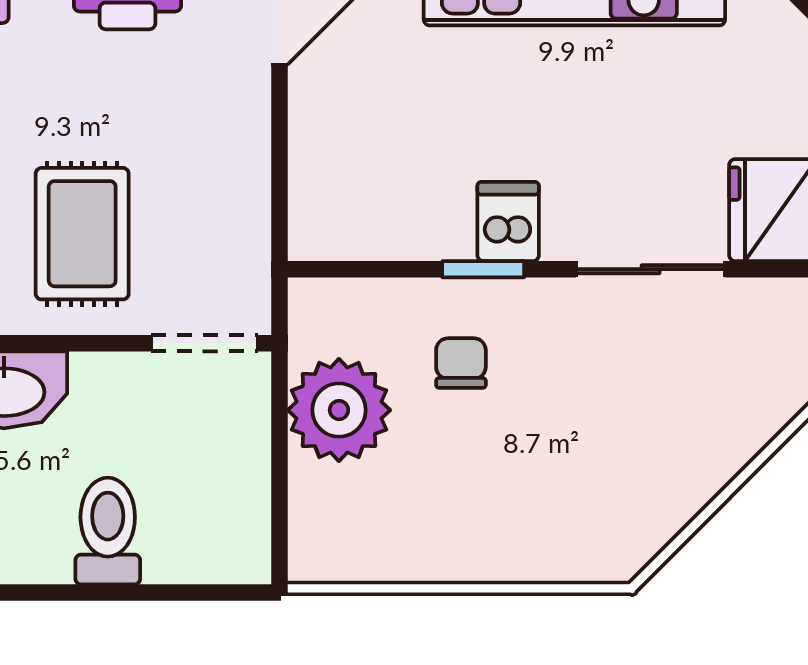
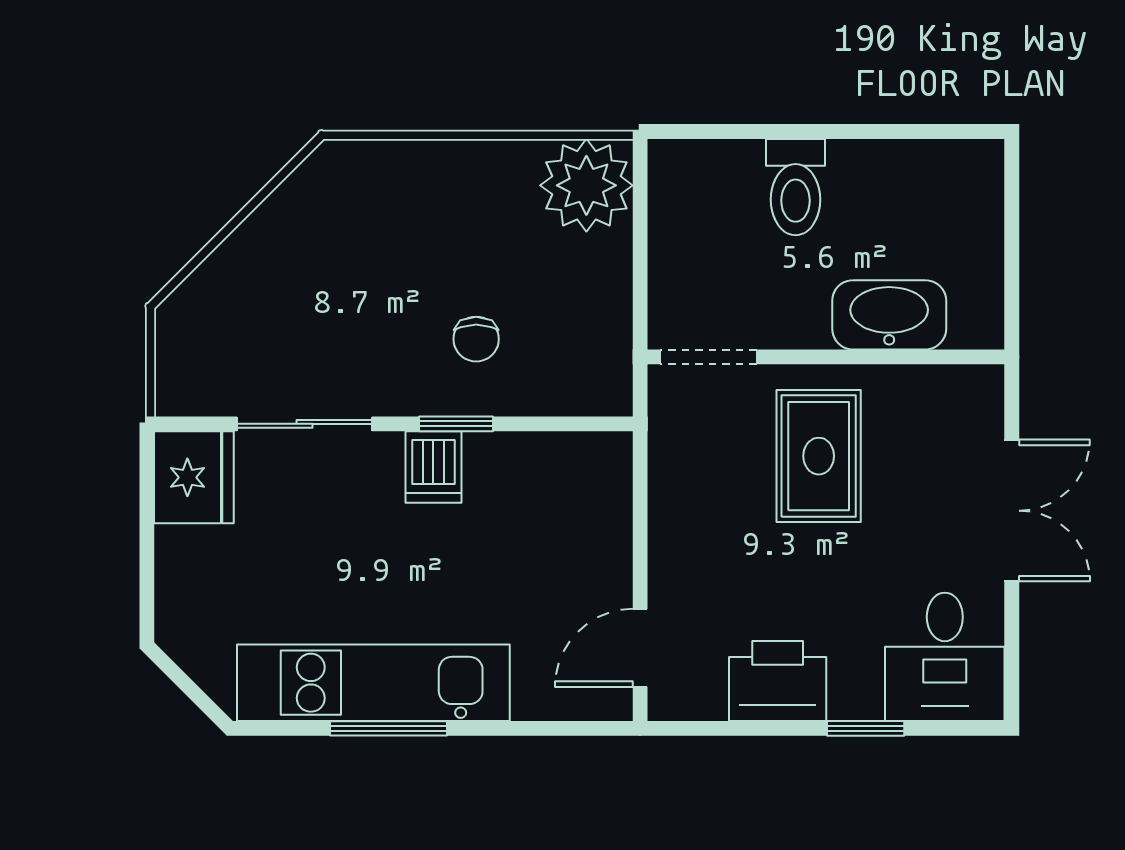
plant: (339, 410) -> (586, 185), moved

